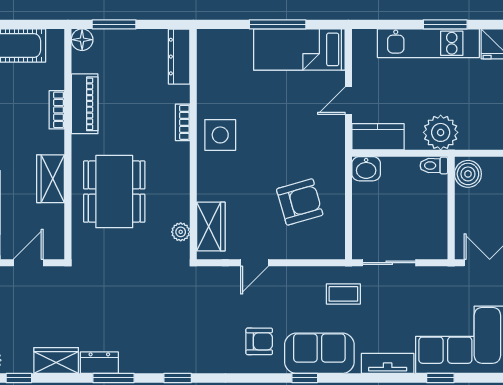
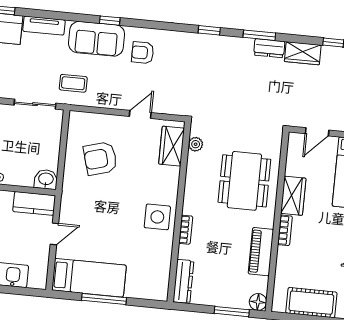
bookcase: (57, 110) -> (285, 230), moved

